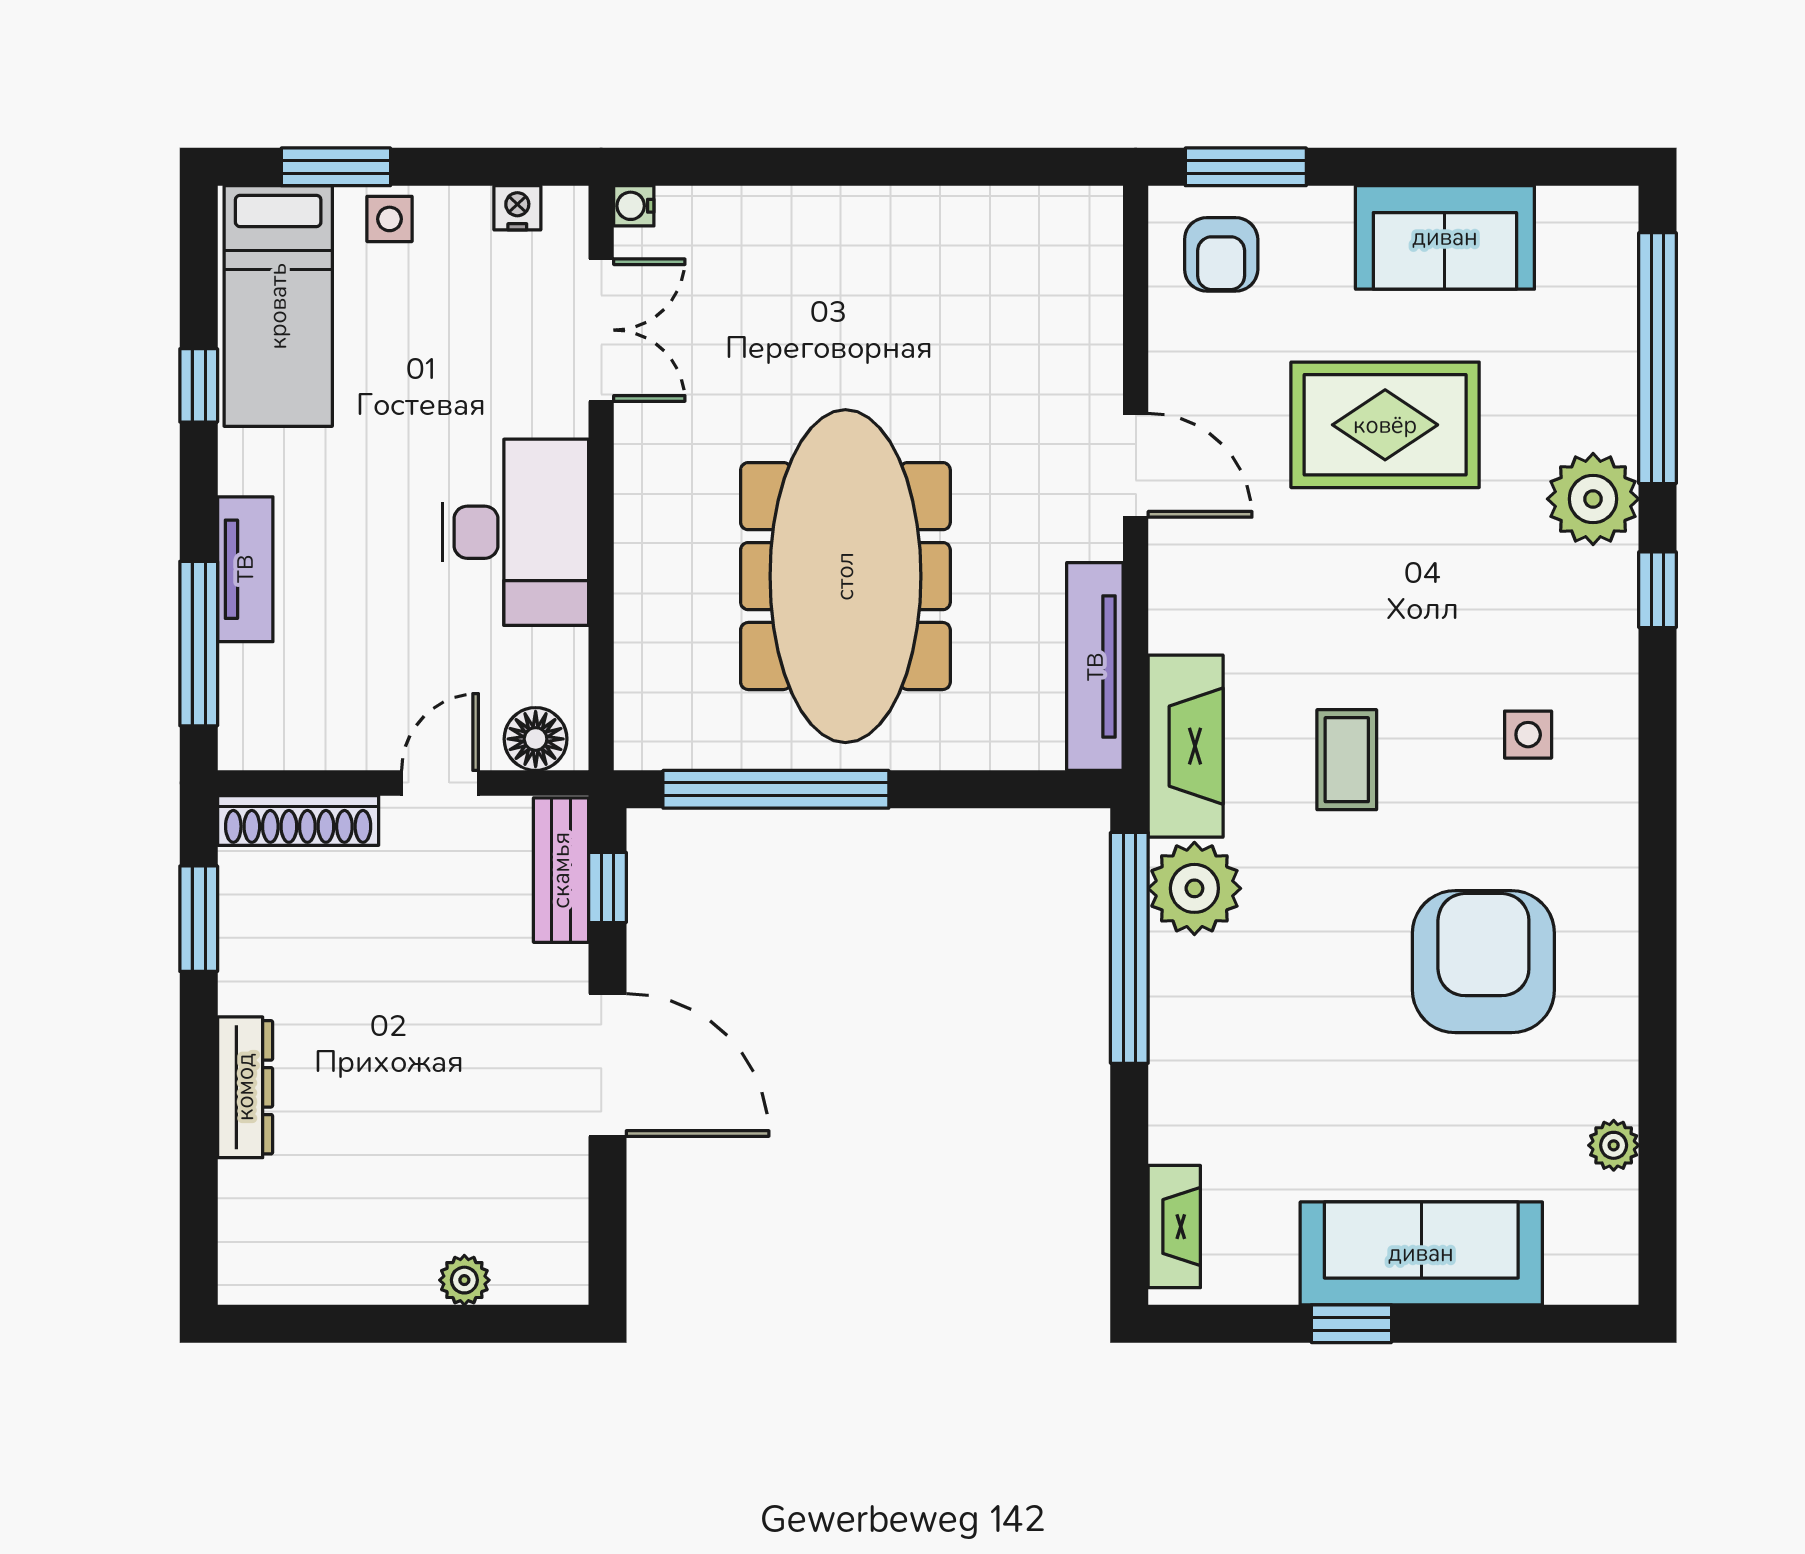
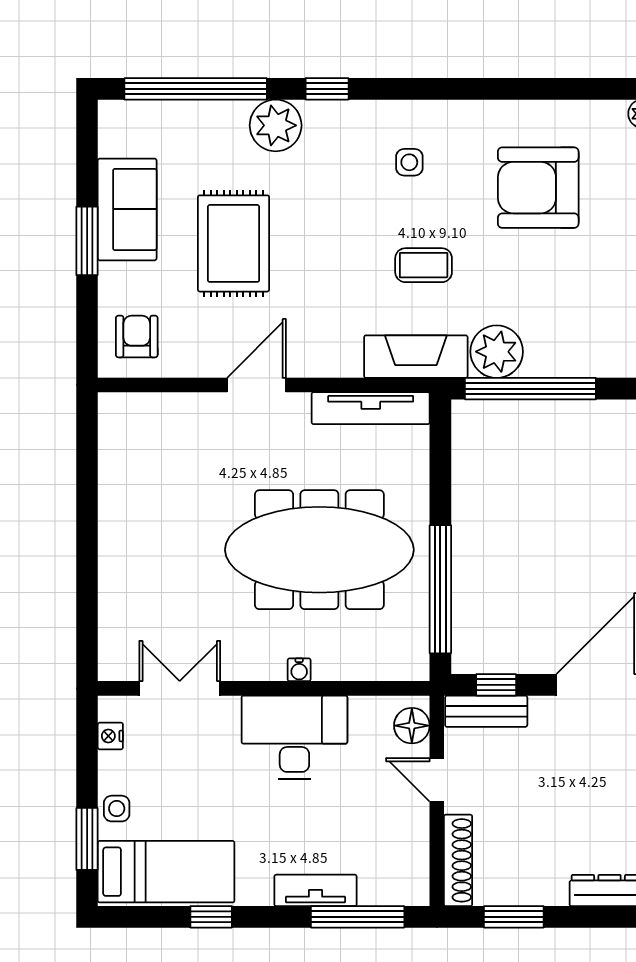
window: (1246, 167) -> (87, 241), moved
water cooler: (634, 206) -> (299, 670), moved
armchair: (1221, 254) -> (137, 336), turned -90

